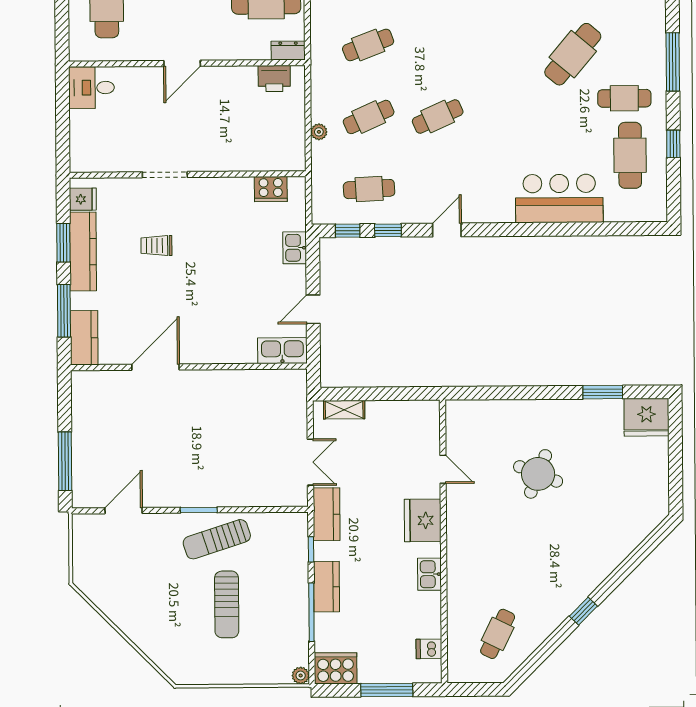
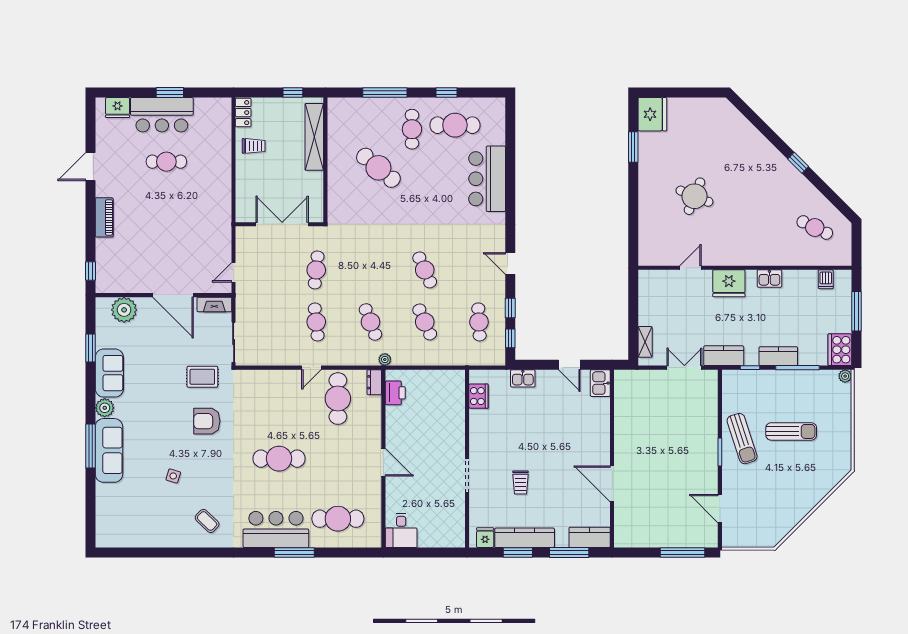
plant: (319, 132) -> (385, 359), moved
kitchen sink: (282, 351) -> (600, 383), width x0.73

